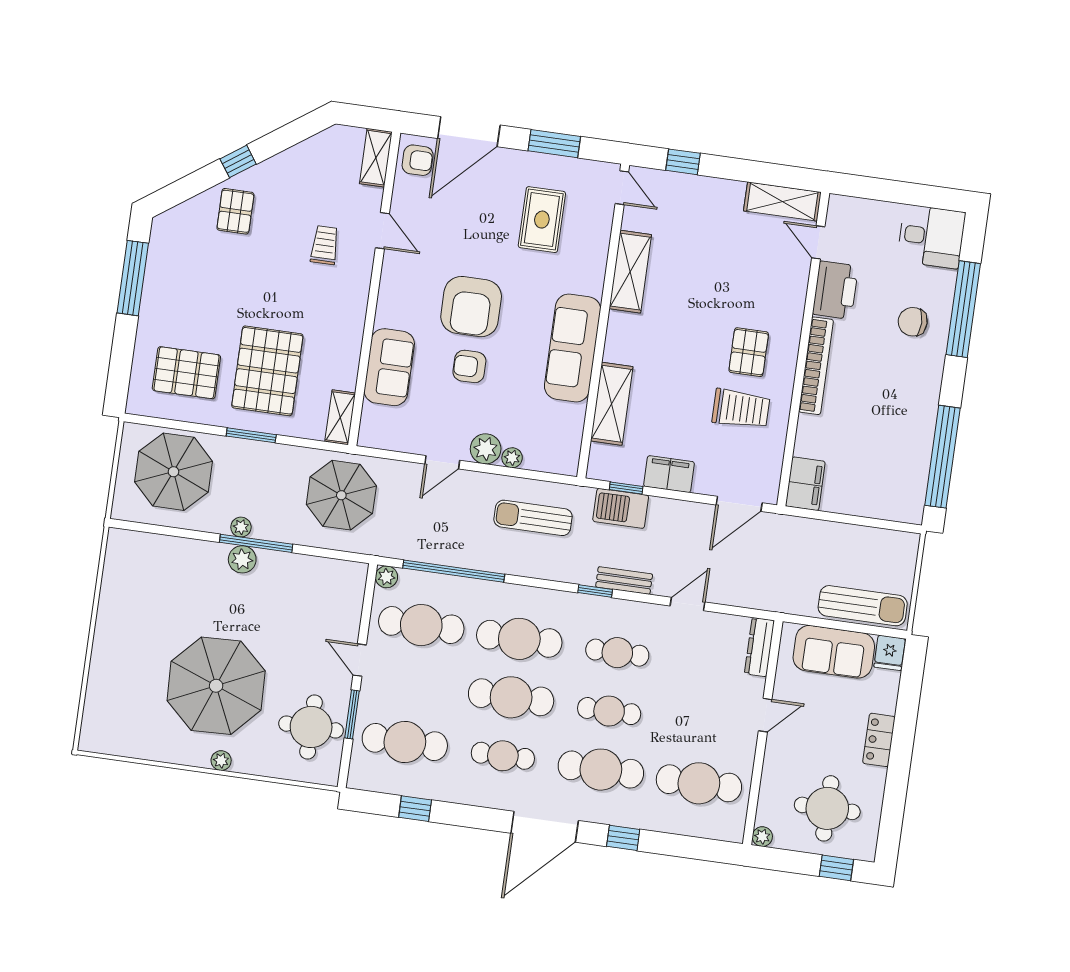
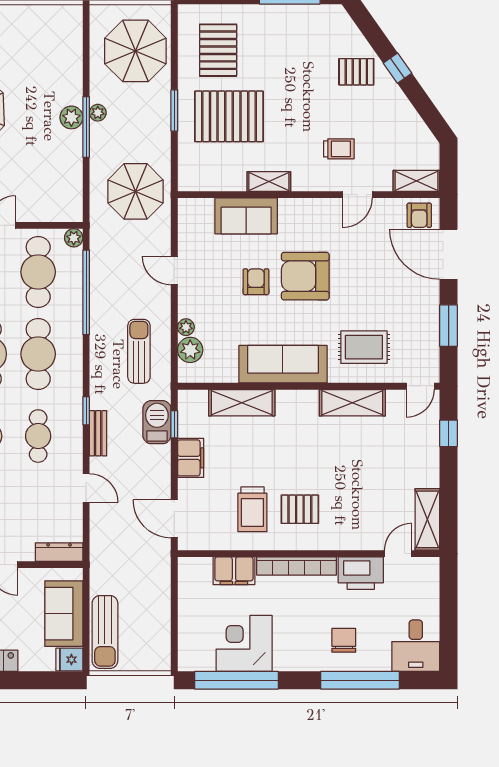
rug: (542, 220) -> (364, 347), moved
shelving: (340, 417) -> (269, 181), moved
corner desk: (900, 441) -> (244, 643), added
plant: (486, 449) -> (190, 350), moved
filing cabinet: (805, 484) -> (234, 571), moved

